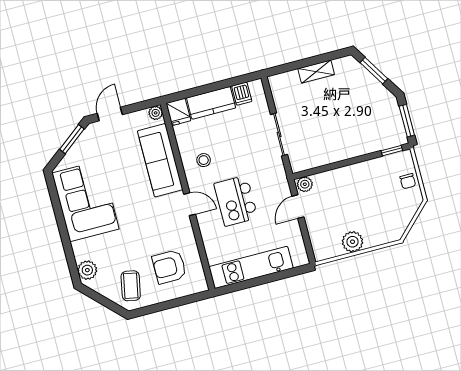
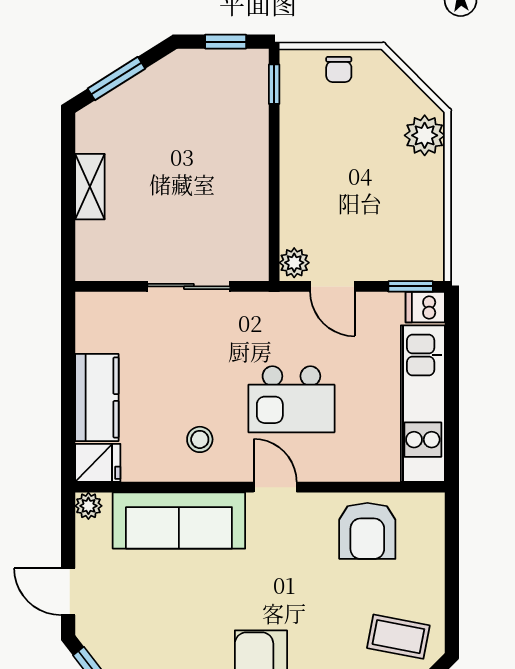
dishwasher: (242, 94) -> (425, 307), moved, turned 180
window: (407, 121) -> (226, 42), width x0.67
chair: (408, 181) -> (339, 69), turned 90
door: (190, 204) -> (275, 487), hinge flipped
plant: (352, 242) -> (425, 135), moved
window: (308, 246) -> (411, 286), added
armchair: (169, 267) -> (367, 531), moved

